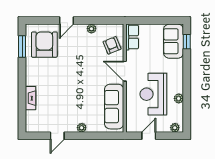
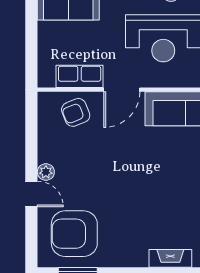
plant: (91, 29) -> (46, 172), moved
row of seats: (132, 37) -> (80, 76), moved

